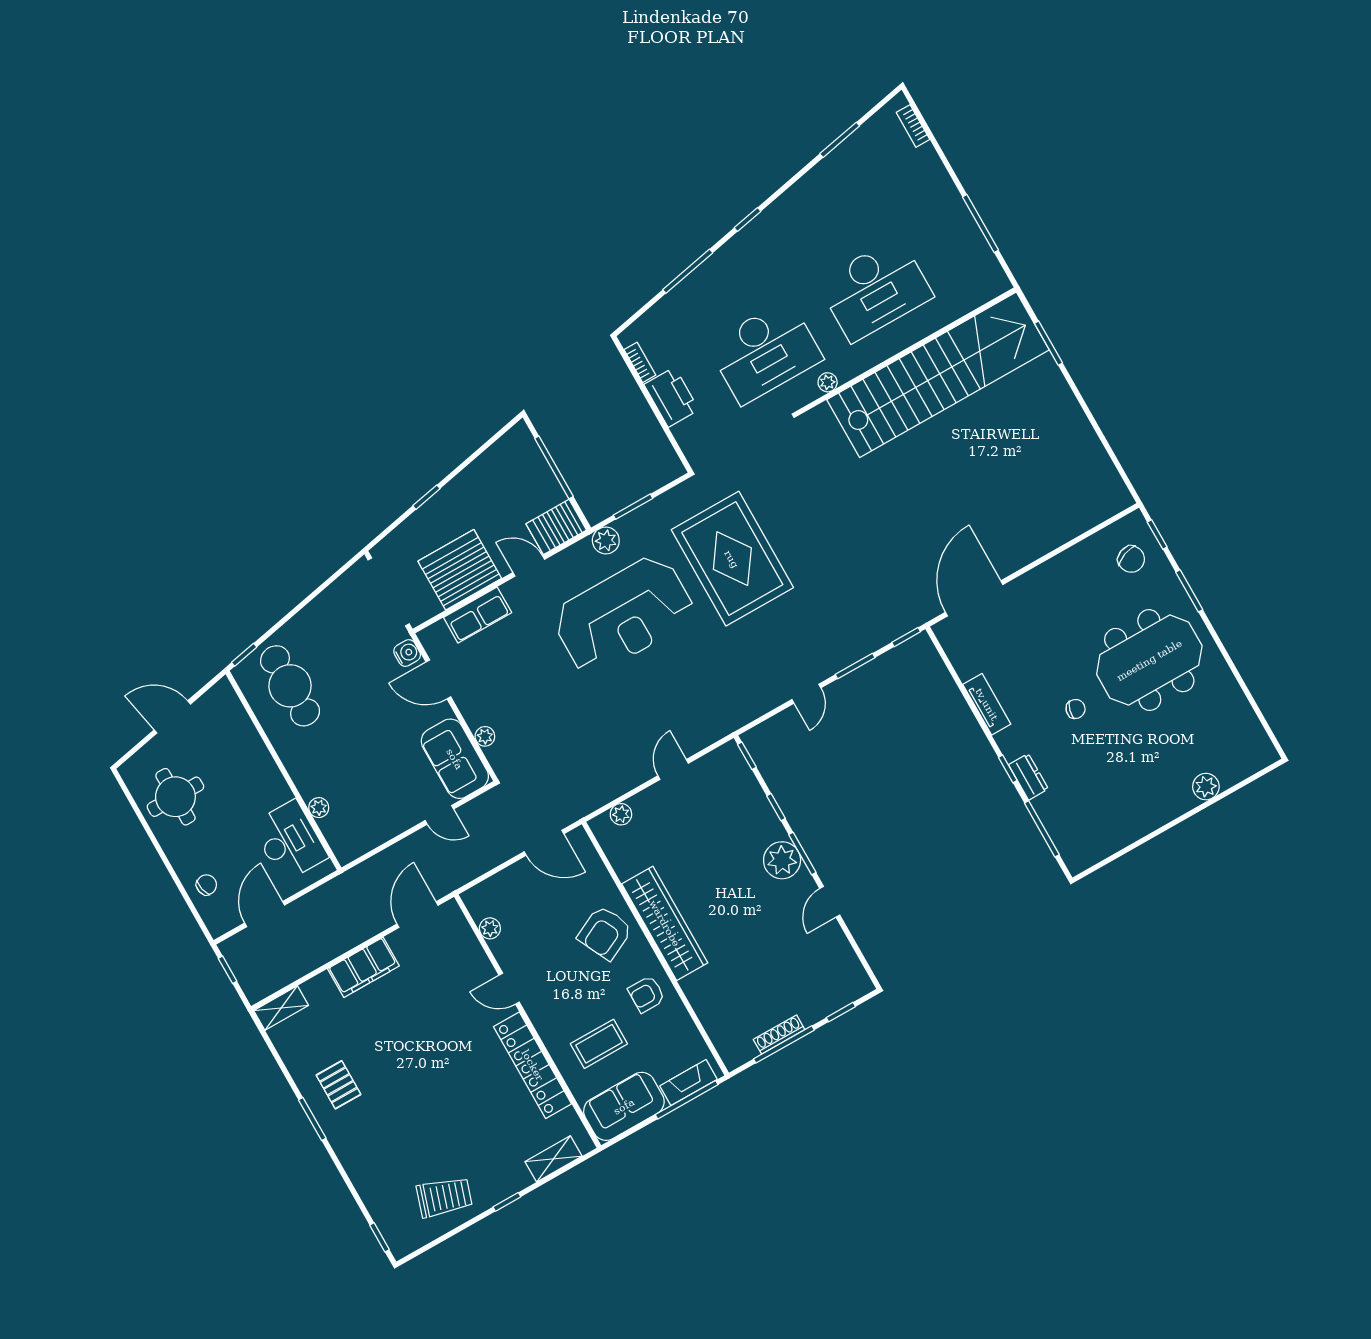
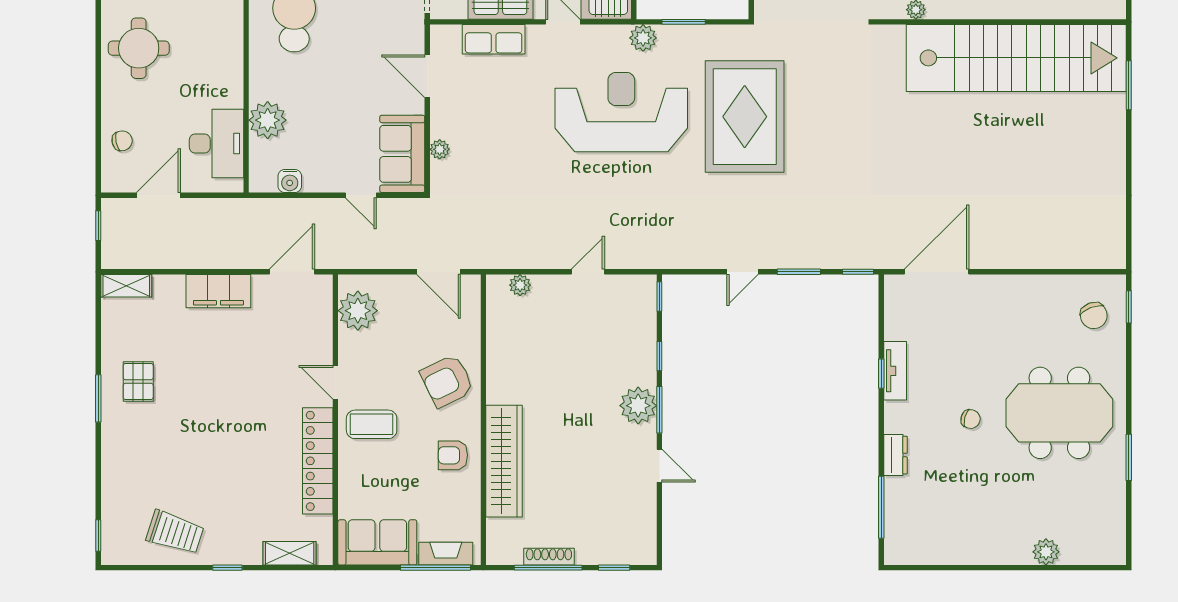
window: (1189, 591) -> (1129, 457), moved
reception desk: (623, 615) -> (621, 112), turned 180
water cooler: (407, 653) -> (290, 181), moved, turned 90
window: (1008, 769) -> (881, 374), moved
plant: (319, 808) -> (268, 120), width x1.87, depth x1.87
door: (830, 902) -> (659, 466), swing flipped
wardrobe: (665, 923) -> (504, 461), moved
plant: (490, 928) -> (358, 311), width x1.87, depth x1.87
coffee table: (599, 1044) -> (372, 424), moved

